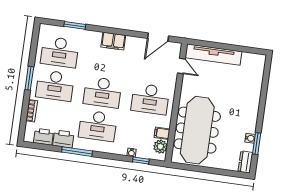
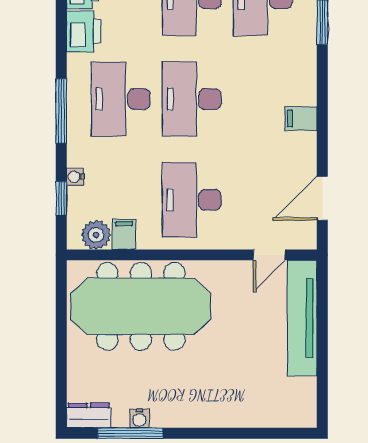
door: (158, 37) -> (322, 198), hinge flipped
filing cabinet: (113, 41) -> (301, 119), width x0.50
window: (257, 144) -> (130, 433), width x1.44
window: (77, 152) -> (61, 111), moved

